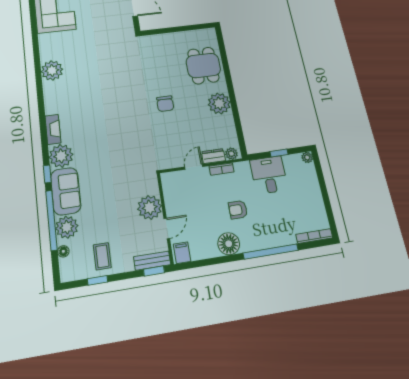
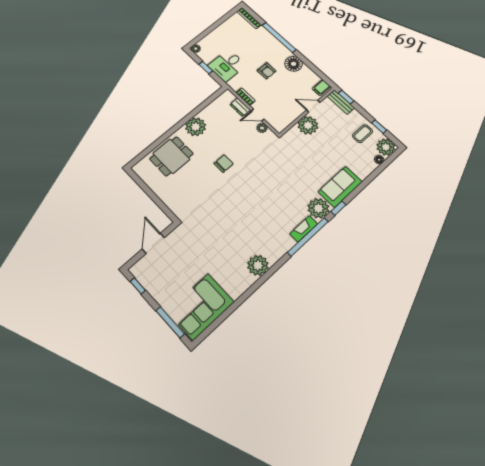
plant: (231, 154) -> (262, 128), moved
window: (51, 220) -> (308, 237), moved
plant: (67, 227) -> (386, 147), moved

